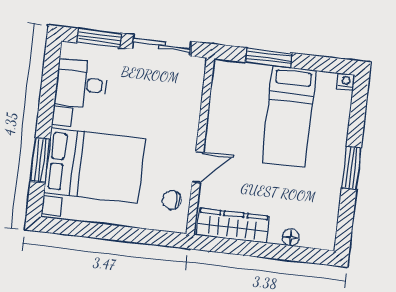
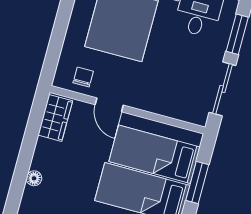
bed: (245, 109) -> (155, 154), added
wardrobe: (233, 226) -> (55, 118), width x0.67

